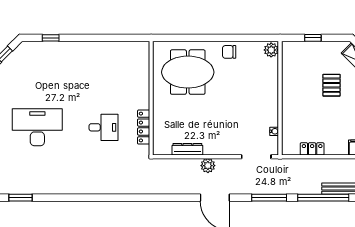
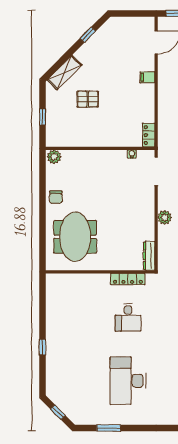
window: (51, 38) -> (42, 347), moved
desk: (103, 127) -> (128, 317), turned 180
dresser: (187, 149) -> (149, 256), moved
locker: (312, 149) -> (149, 135), moved

